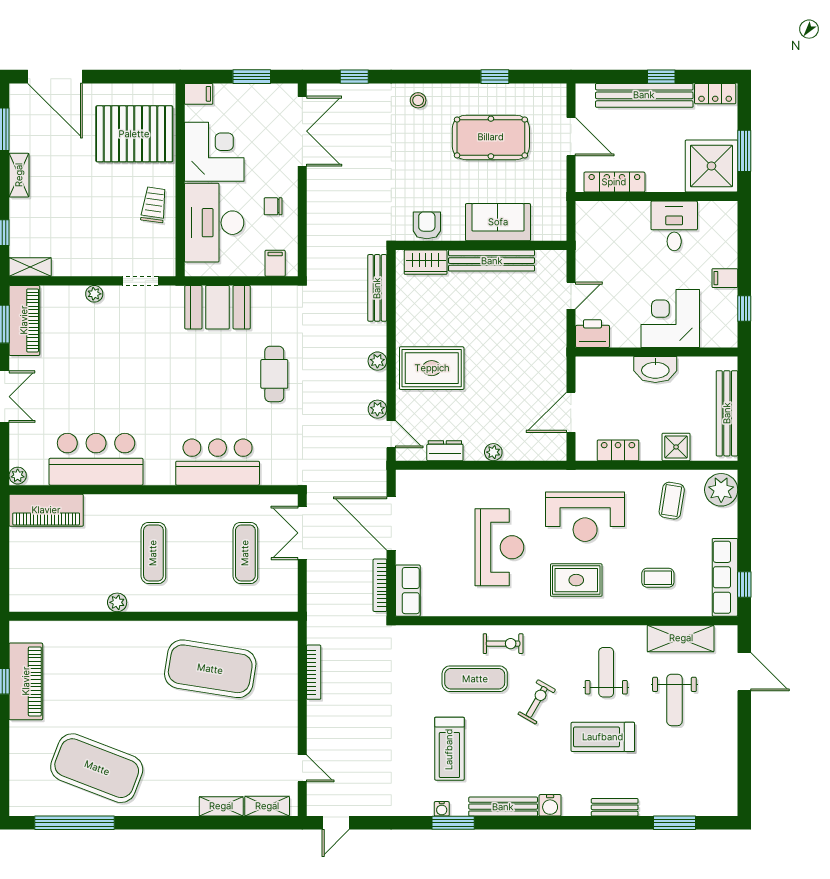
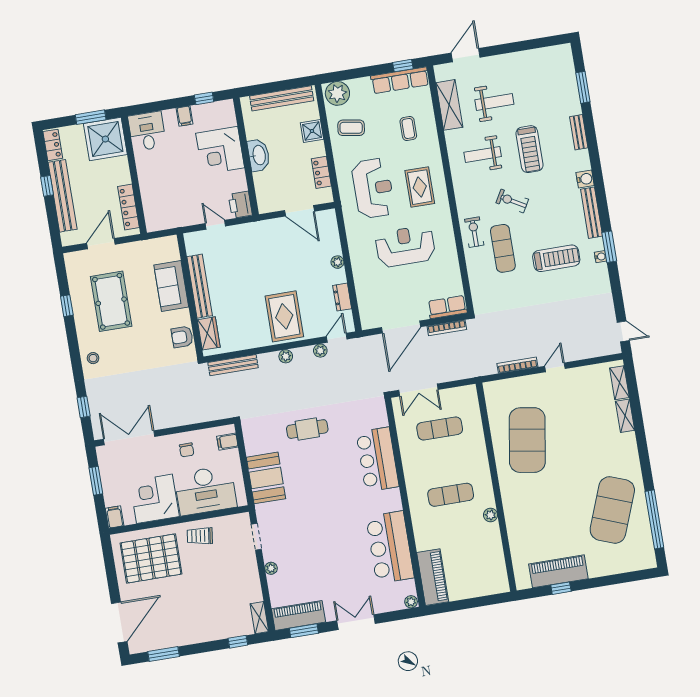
pallet: (134, 134) -> (151, 558), turned 90
shelving: (19, 175) -> (195, 637), removed
desk: (674, 226) -> (147, 131), moved, turned 90
door: (302, 768) -> (555, 367), moved

